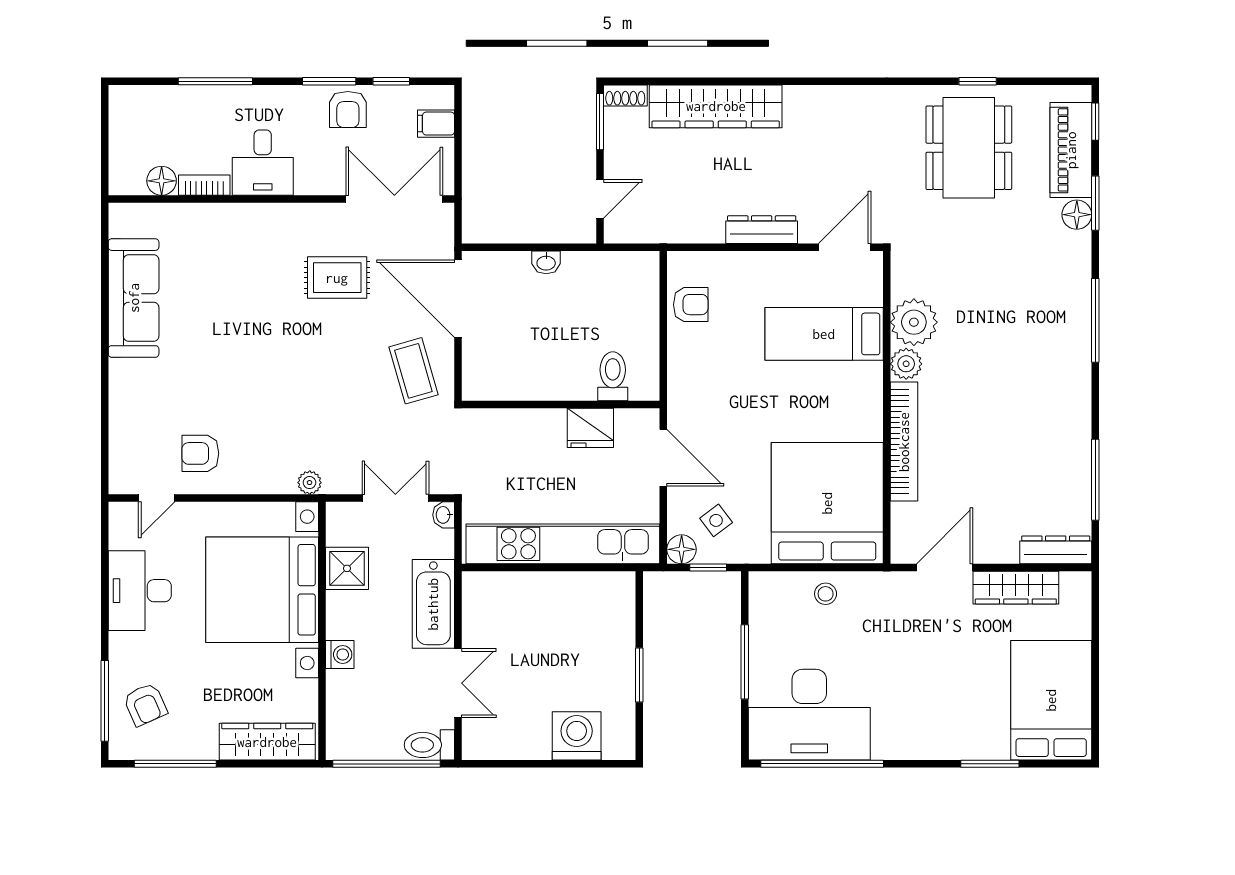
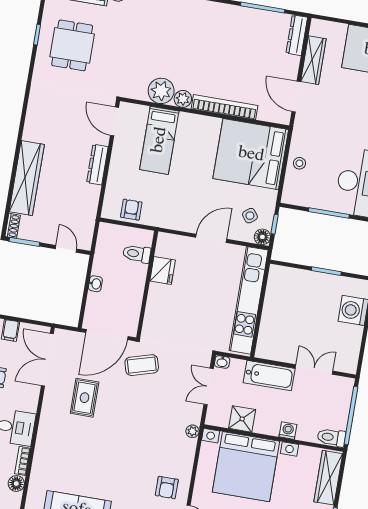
dining table: (969, 148) -> (72, 45), width x0.73
toilet: (613, 376) -> (137, 254), moved
wall: (561, 404) -> (147, 284), moved
fridge: (590, 428) -> (163, 270), moved
toilet: (429, 745) -> (331, 437), moved, turned 90

